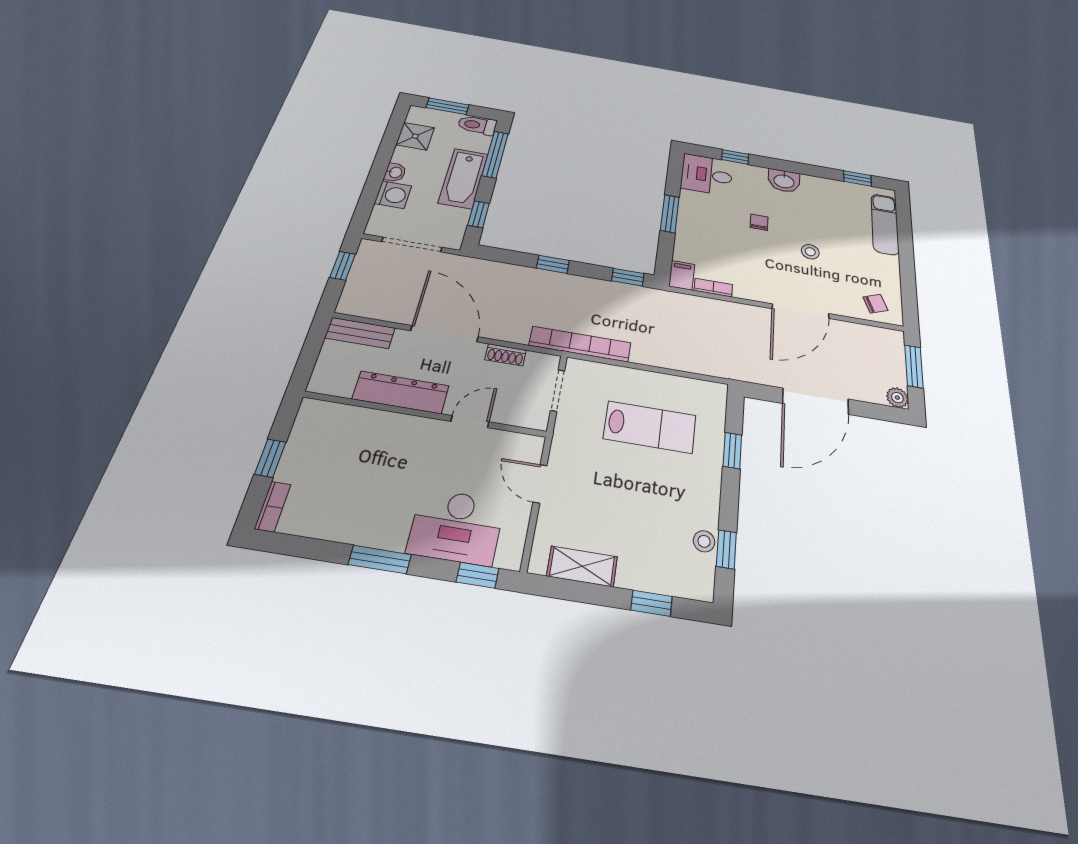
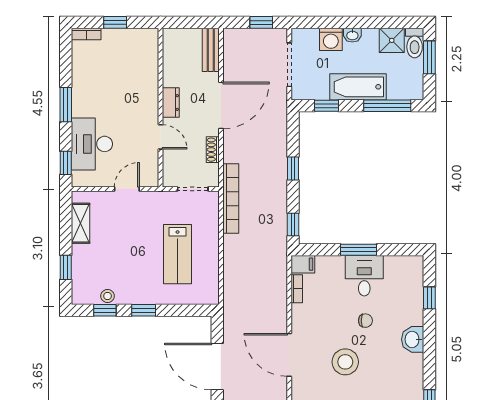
toilet: (477, 125) -> (415, 43), moved, turned 180
desk: (707, 175) -> (364, 276), moved
stool: (810, 252) -> (345, 362), width x1.89, depth x1.89
dresser: (401, 392) -> (171, 103), width x0.51, depth x0.80
window: (732, 451) -> (144, 310), moved

